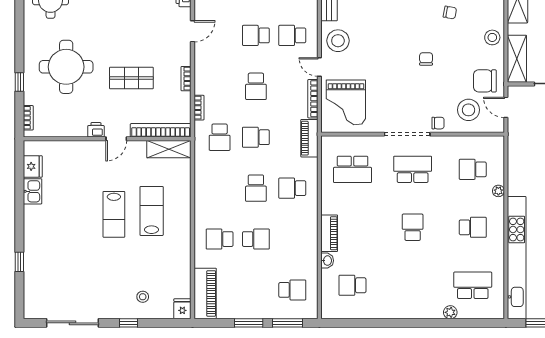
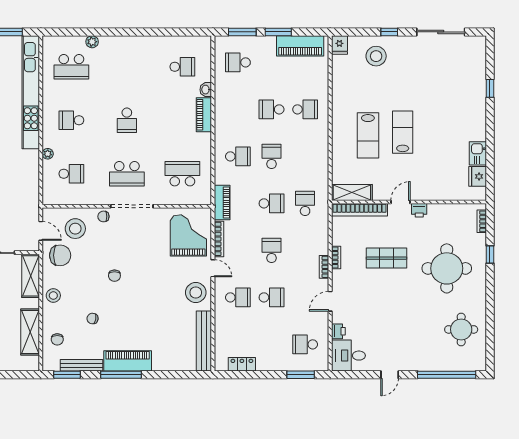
bookcase: (199, 108) -> (324, 267), moved
piano: (205, 293) -> (300, 46), moved, turned -90
stool: (143, 297) -> (376, 56), width x1.89, depth x1.89

